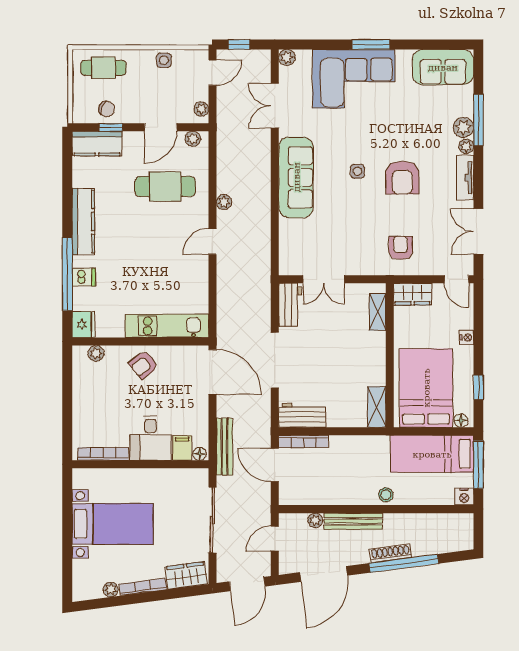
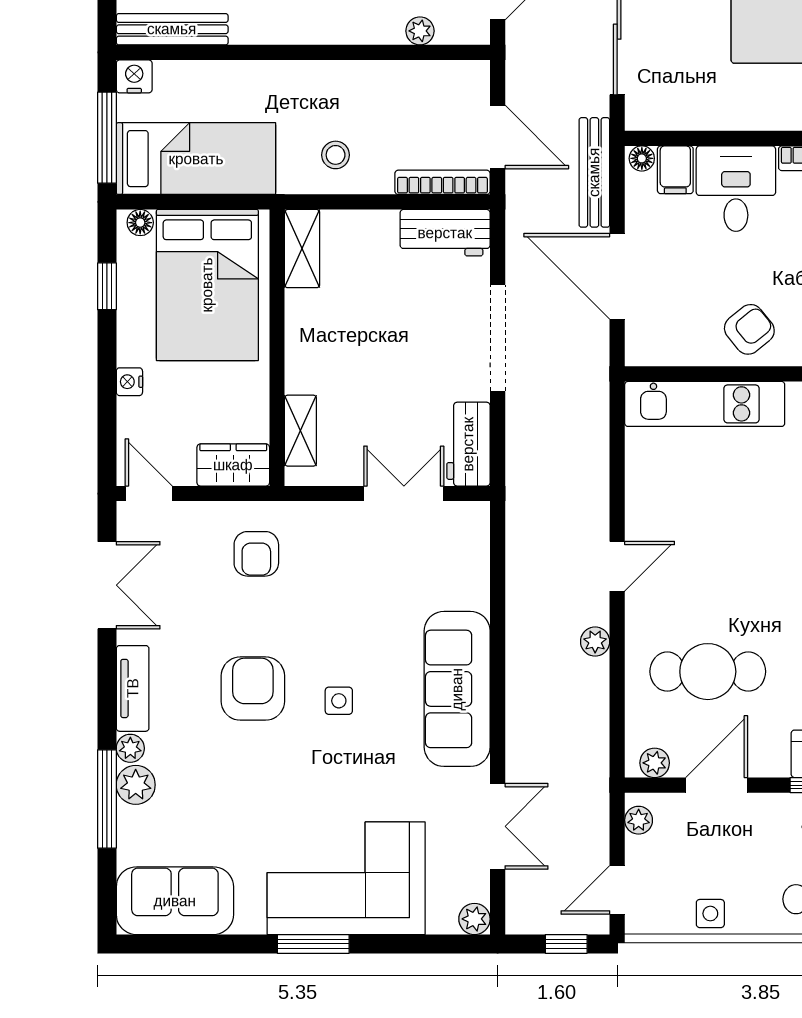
door: (212, 372) -> (617, 276), moved
stool: (386, 495) -> (336, 155), moved
bench: (353, 521) -> (172, 29), moved

